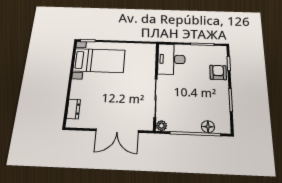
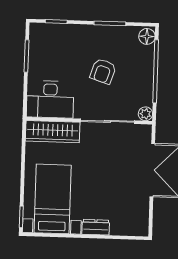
wardrobe: (148, 61) -> (53, 132), added
armchair: (218, 72) -> (103, 71), moved, turned -72
dresser: (73, 109) -> (96, 227), moved
floor lamp: (208, 127) -> (147, 36), moved

